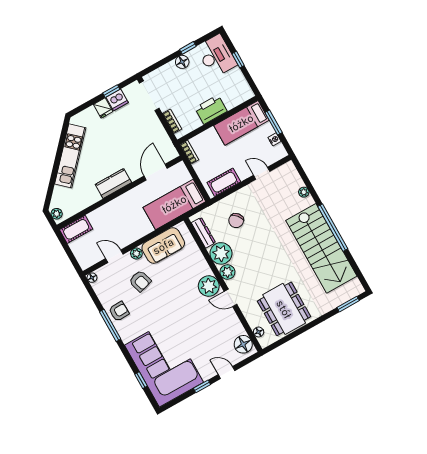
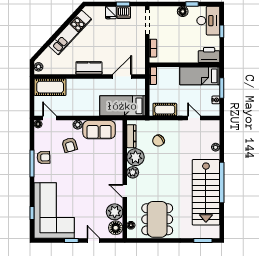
printer: (211, 110) -> (209, 55), moved
cot: (76, 229) -> (50, 87), width x1.37, depth x1.34
door: (114, 256) -> (49, 118), moved
plant: (209, 286) -> (115, 212), moved

